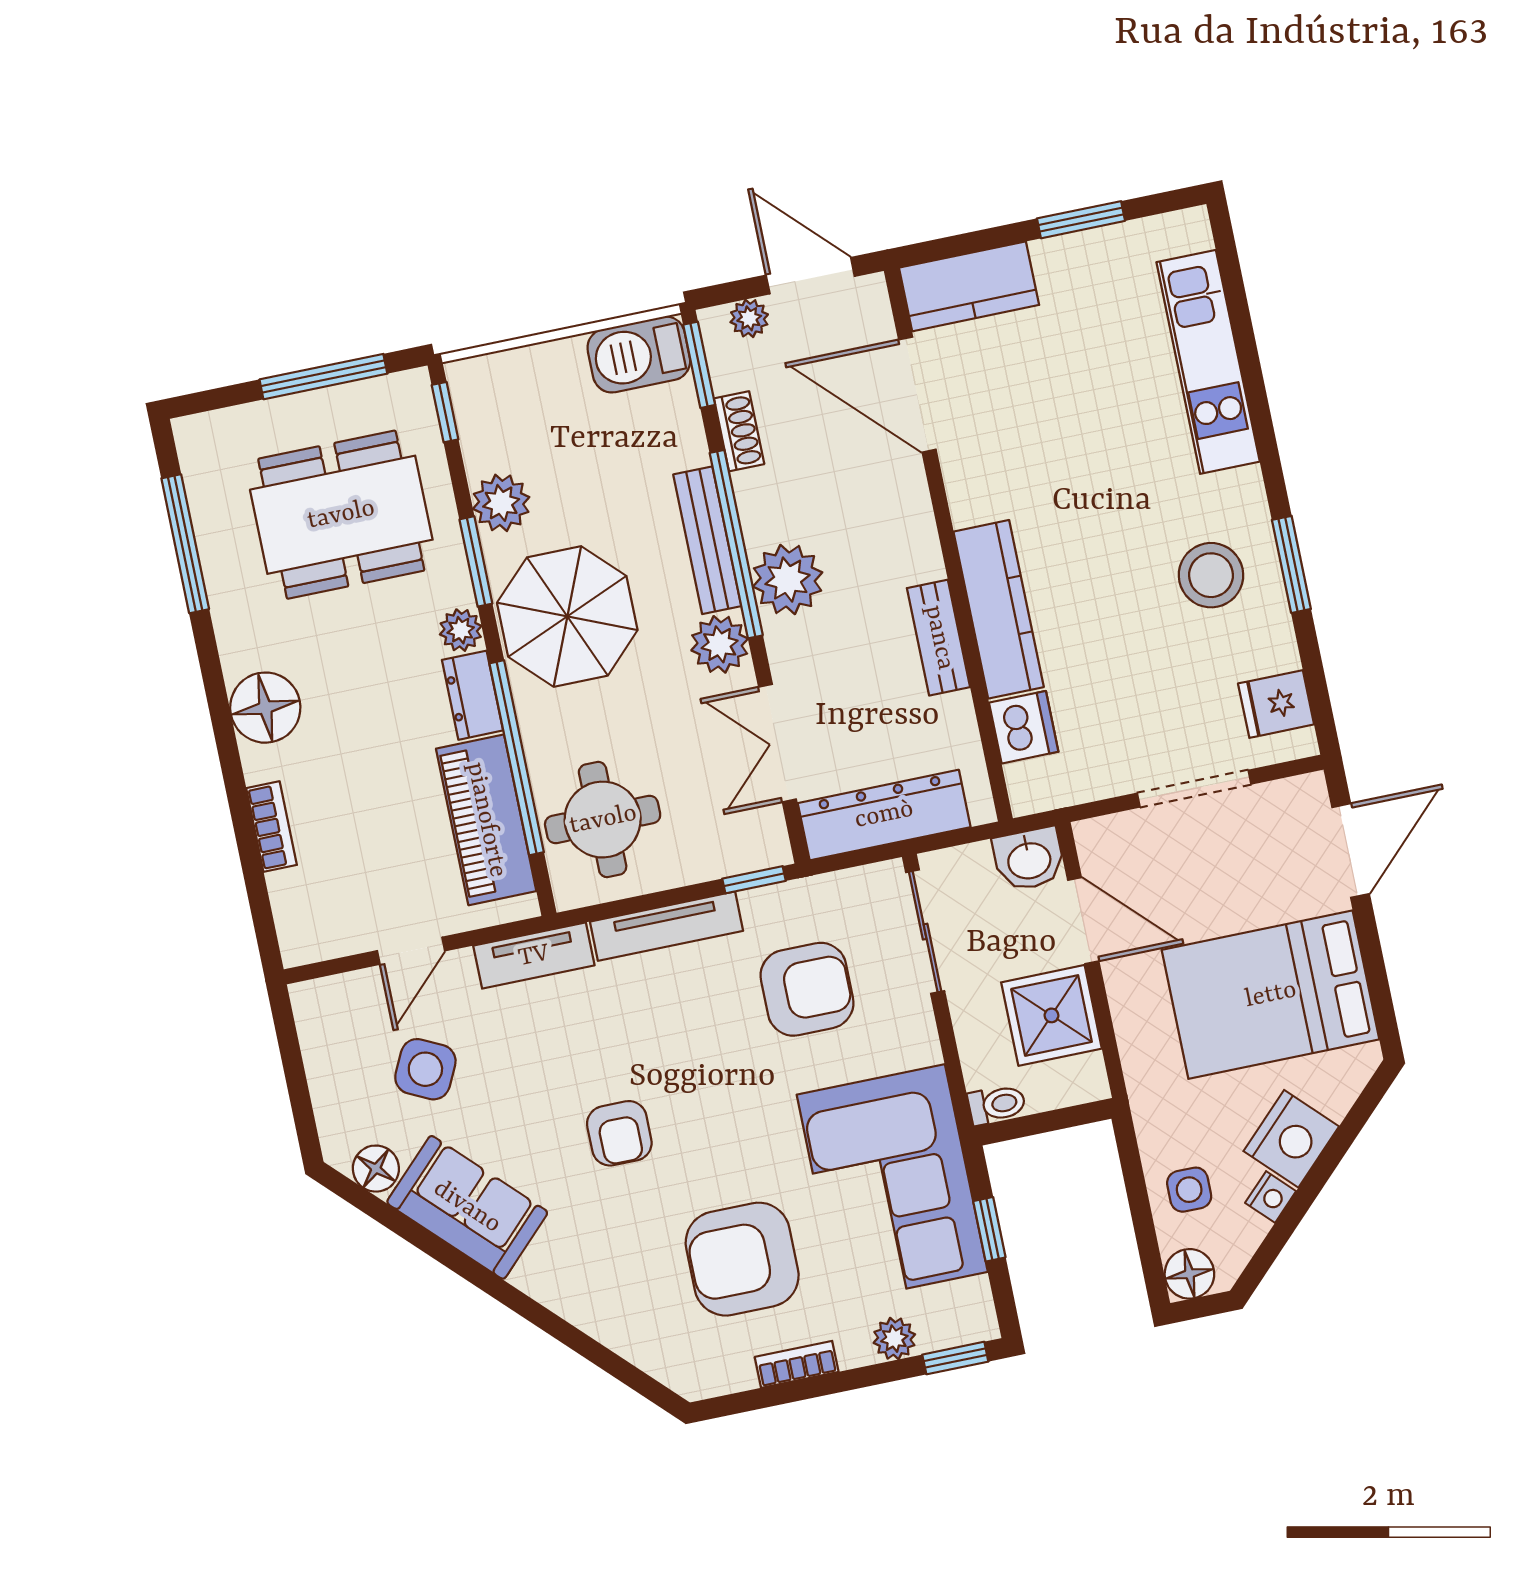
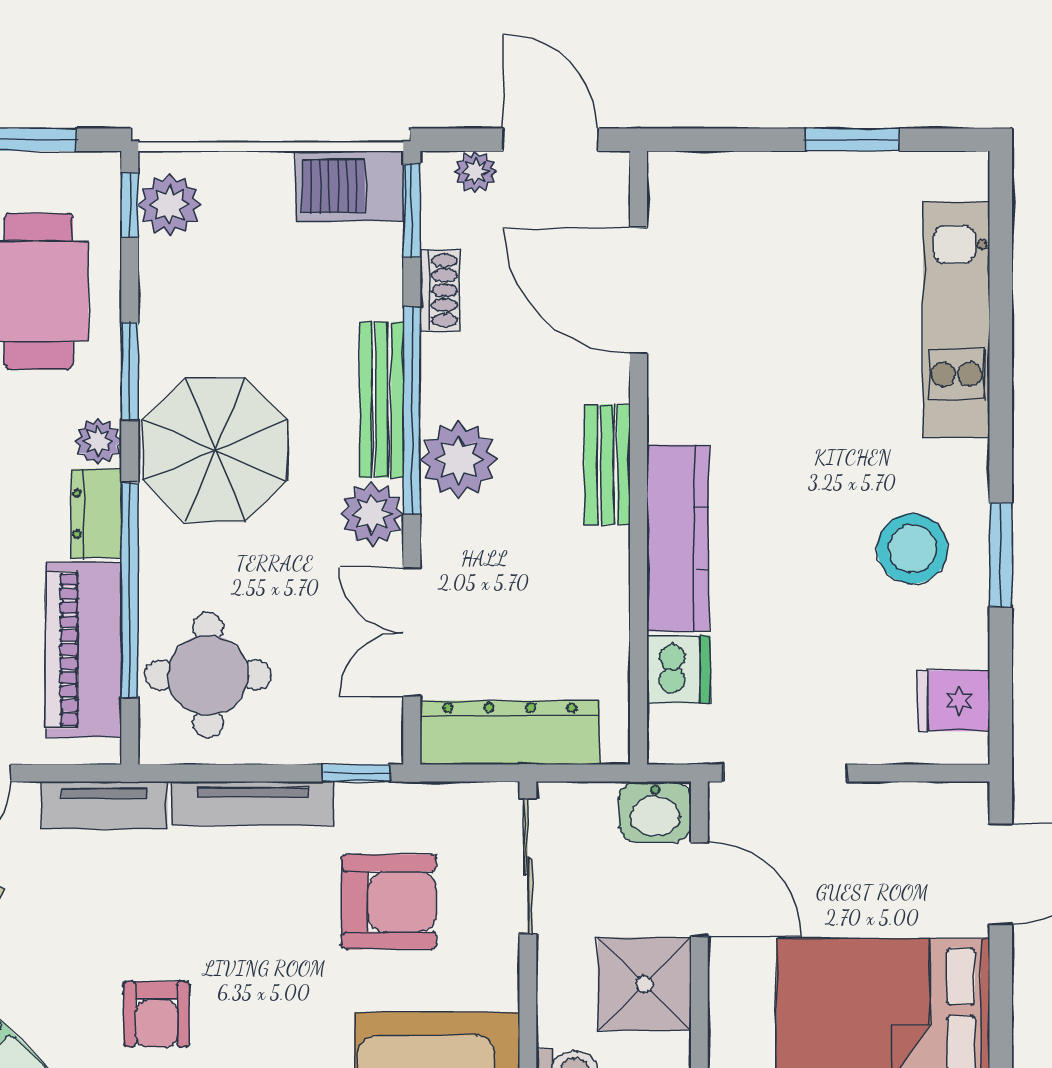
kitchen counter: (969, 286) -> (718, 186), removed
plant: (501, 503) -> (170, 205), moved
bench: (939, 638) -> (607, 464), moved
doorway: (1194, 789) -> (785, 773), moved

